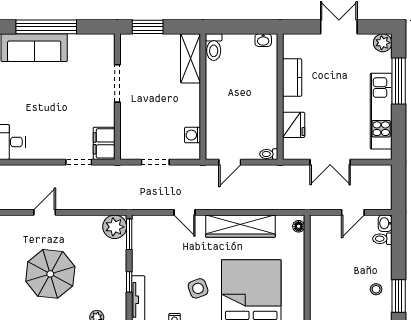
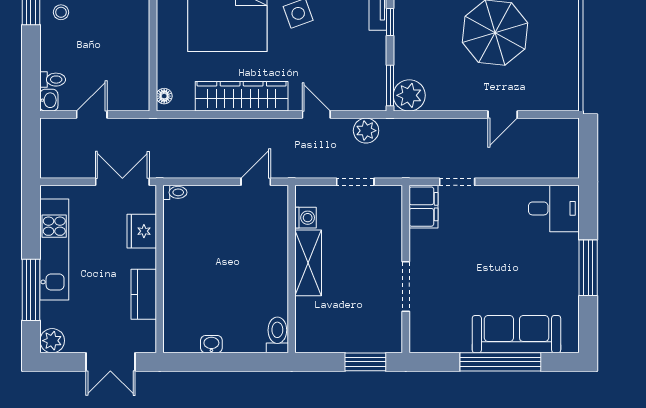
shelving: (191, 58) -> (308, 263), moved
kitchen counter: (292, 78) -> (144, 294), moved
wall: (280, 97) -> (160, 269), moved
fridge: (294, 125) -> (142, 231), moved
toilet: (269, 154) -> (175, 192), moved
plant: (147, 200) -> (366, 131), added

